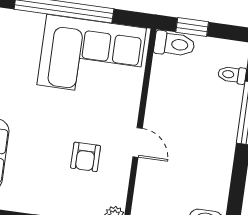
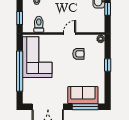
toilet: (174, 44) -> (39, 24), moved

